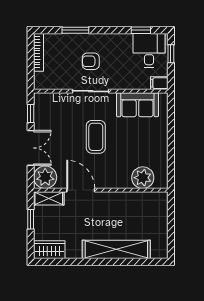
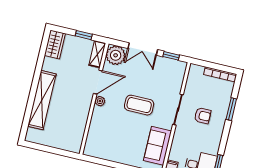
armchair: (91, 61) -> (203, 116), turned 90
plant: (143, 178) -> (100, 101), moved, width x0.53, depth x0.53

